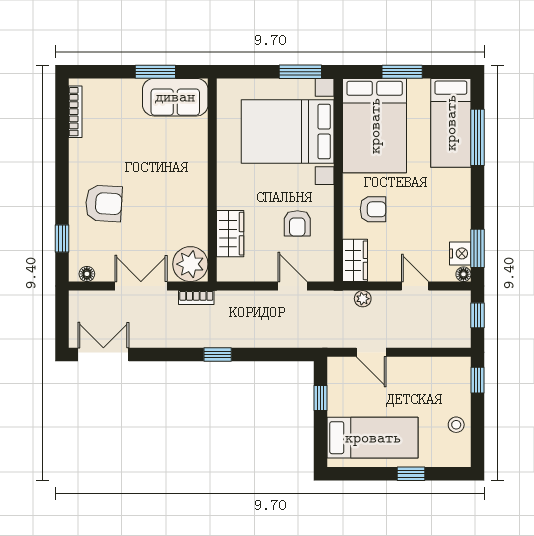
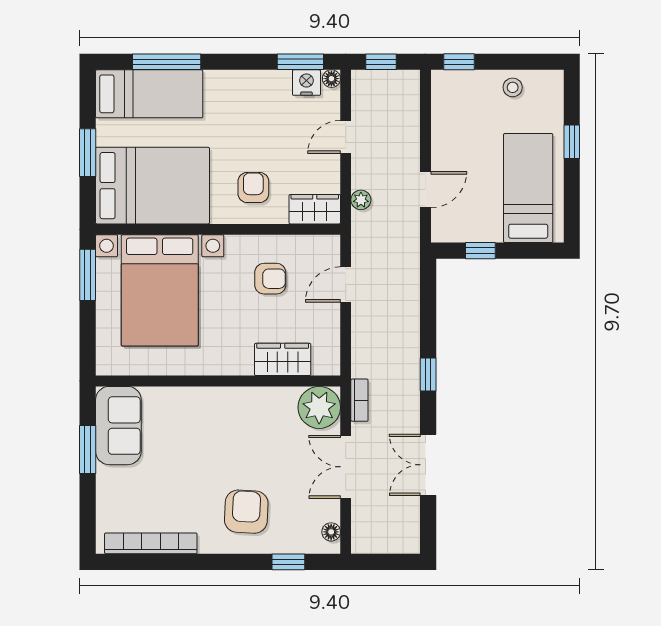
bookcase: (75, 112) -> (151, 543), width x1.48, depth x1.31
double door: (103, 355) -> (428, 465), moved

